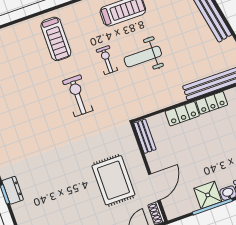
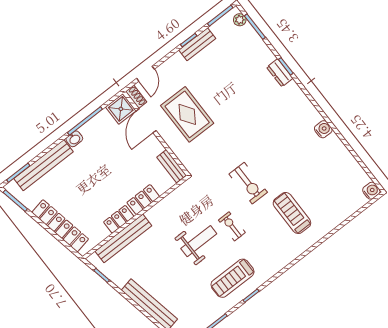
treadmill: (56, 39) -> (292, 213), moved
exercise bike: (107, 60) -> (232, 226), turned 180
shower: (208, 195) -> (121, 109), moved

